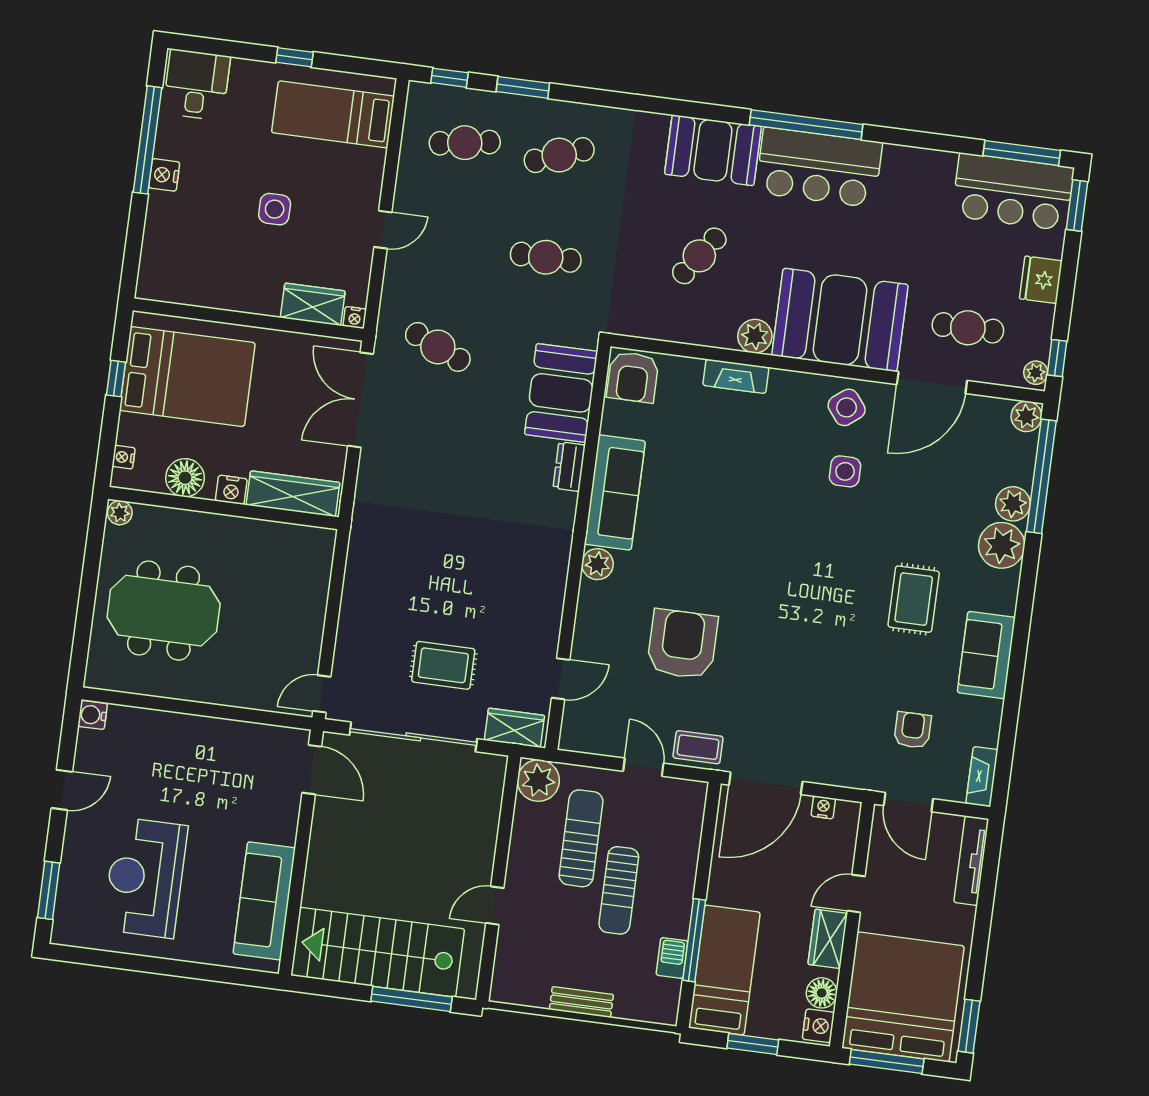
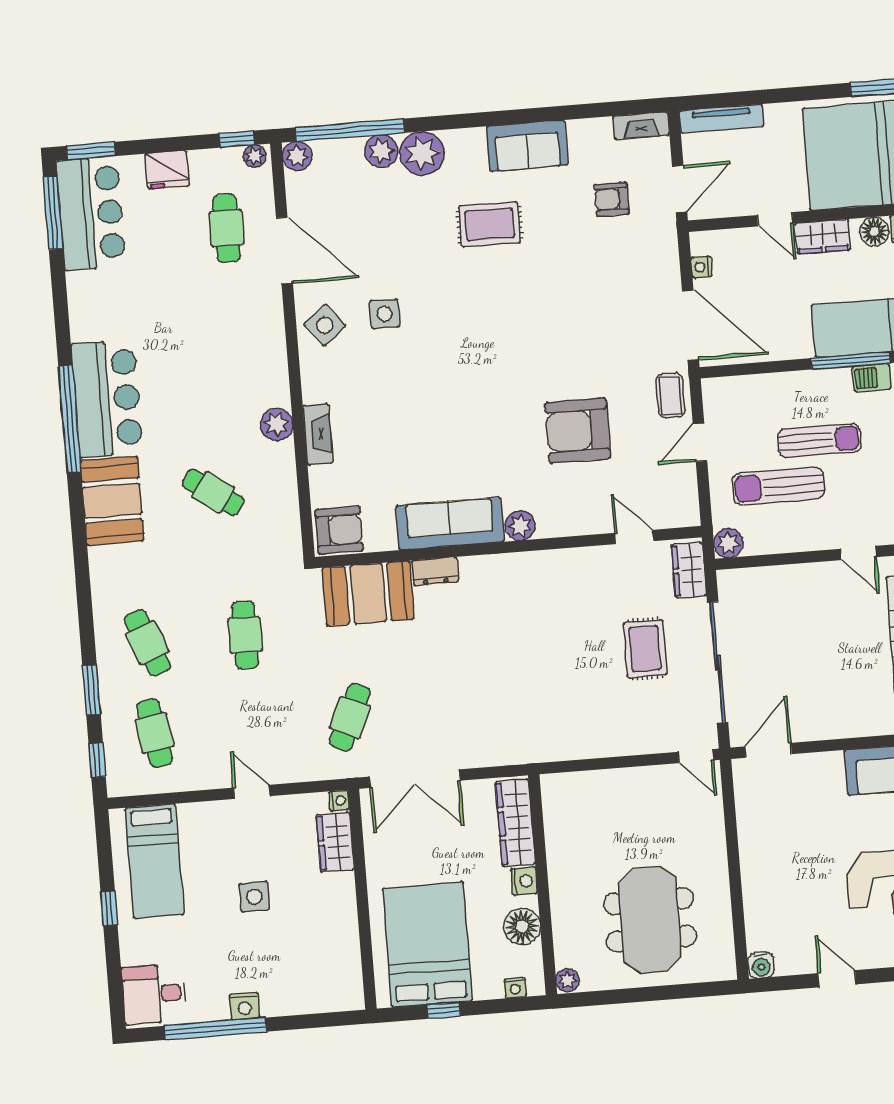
booth: (840, 320) -> (245, 349), removed
plant: (538, 780) -> (728, 543), width x0.73, depth x0.73

